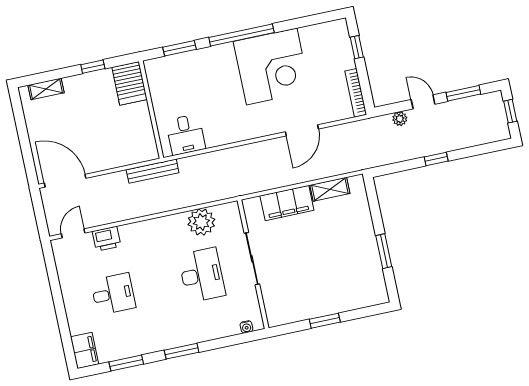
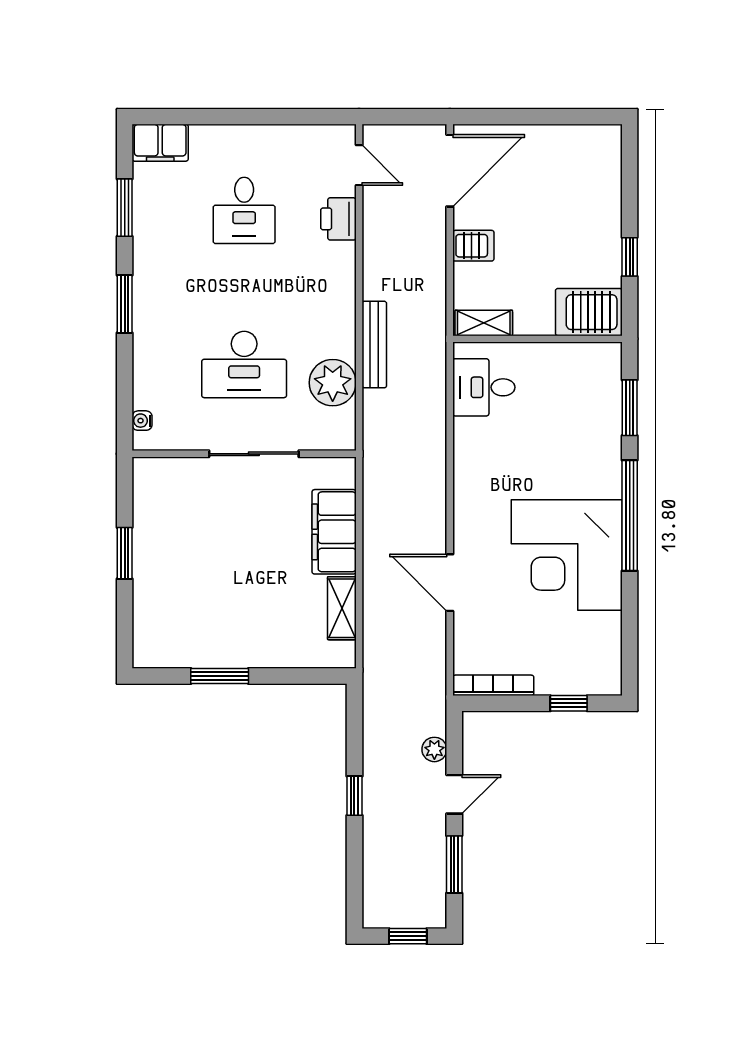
shelving: (46, 89) -> (484, 323), moved, turned 90
server rack: (105, 158) -> (473, 246), added
bench: (153, 171) -> (374, 345), moved

